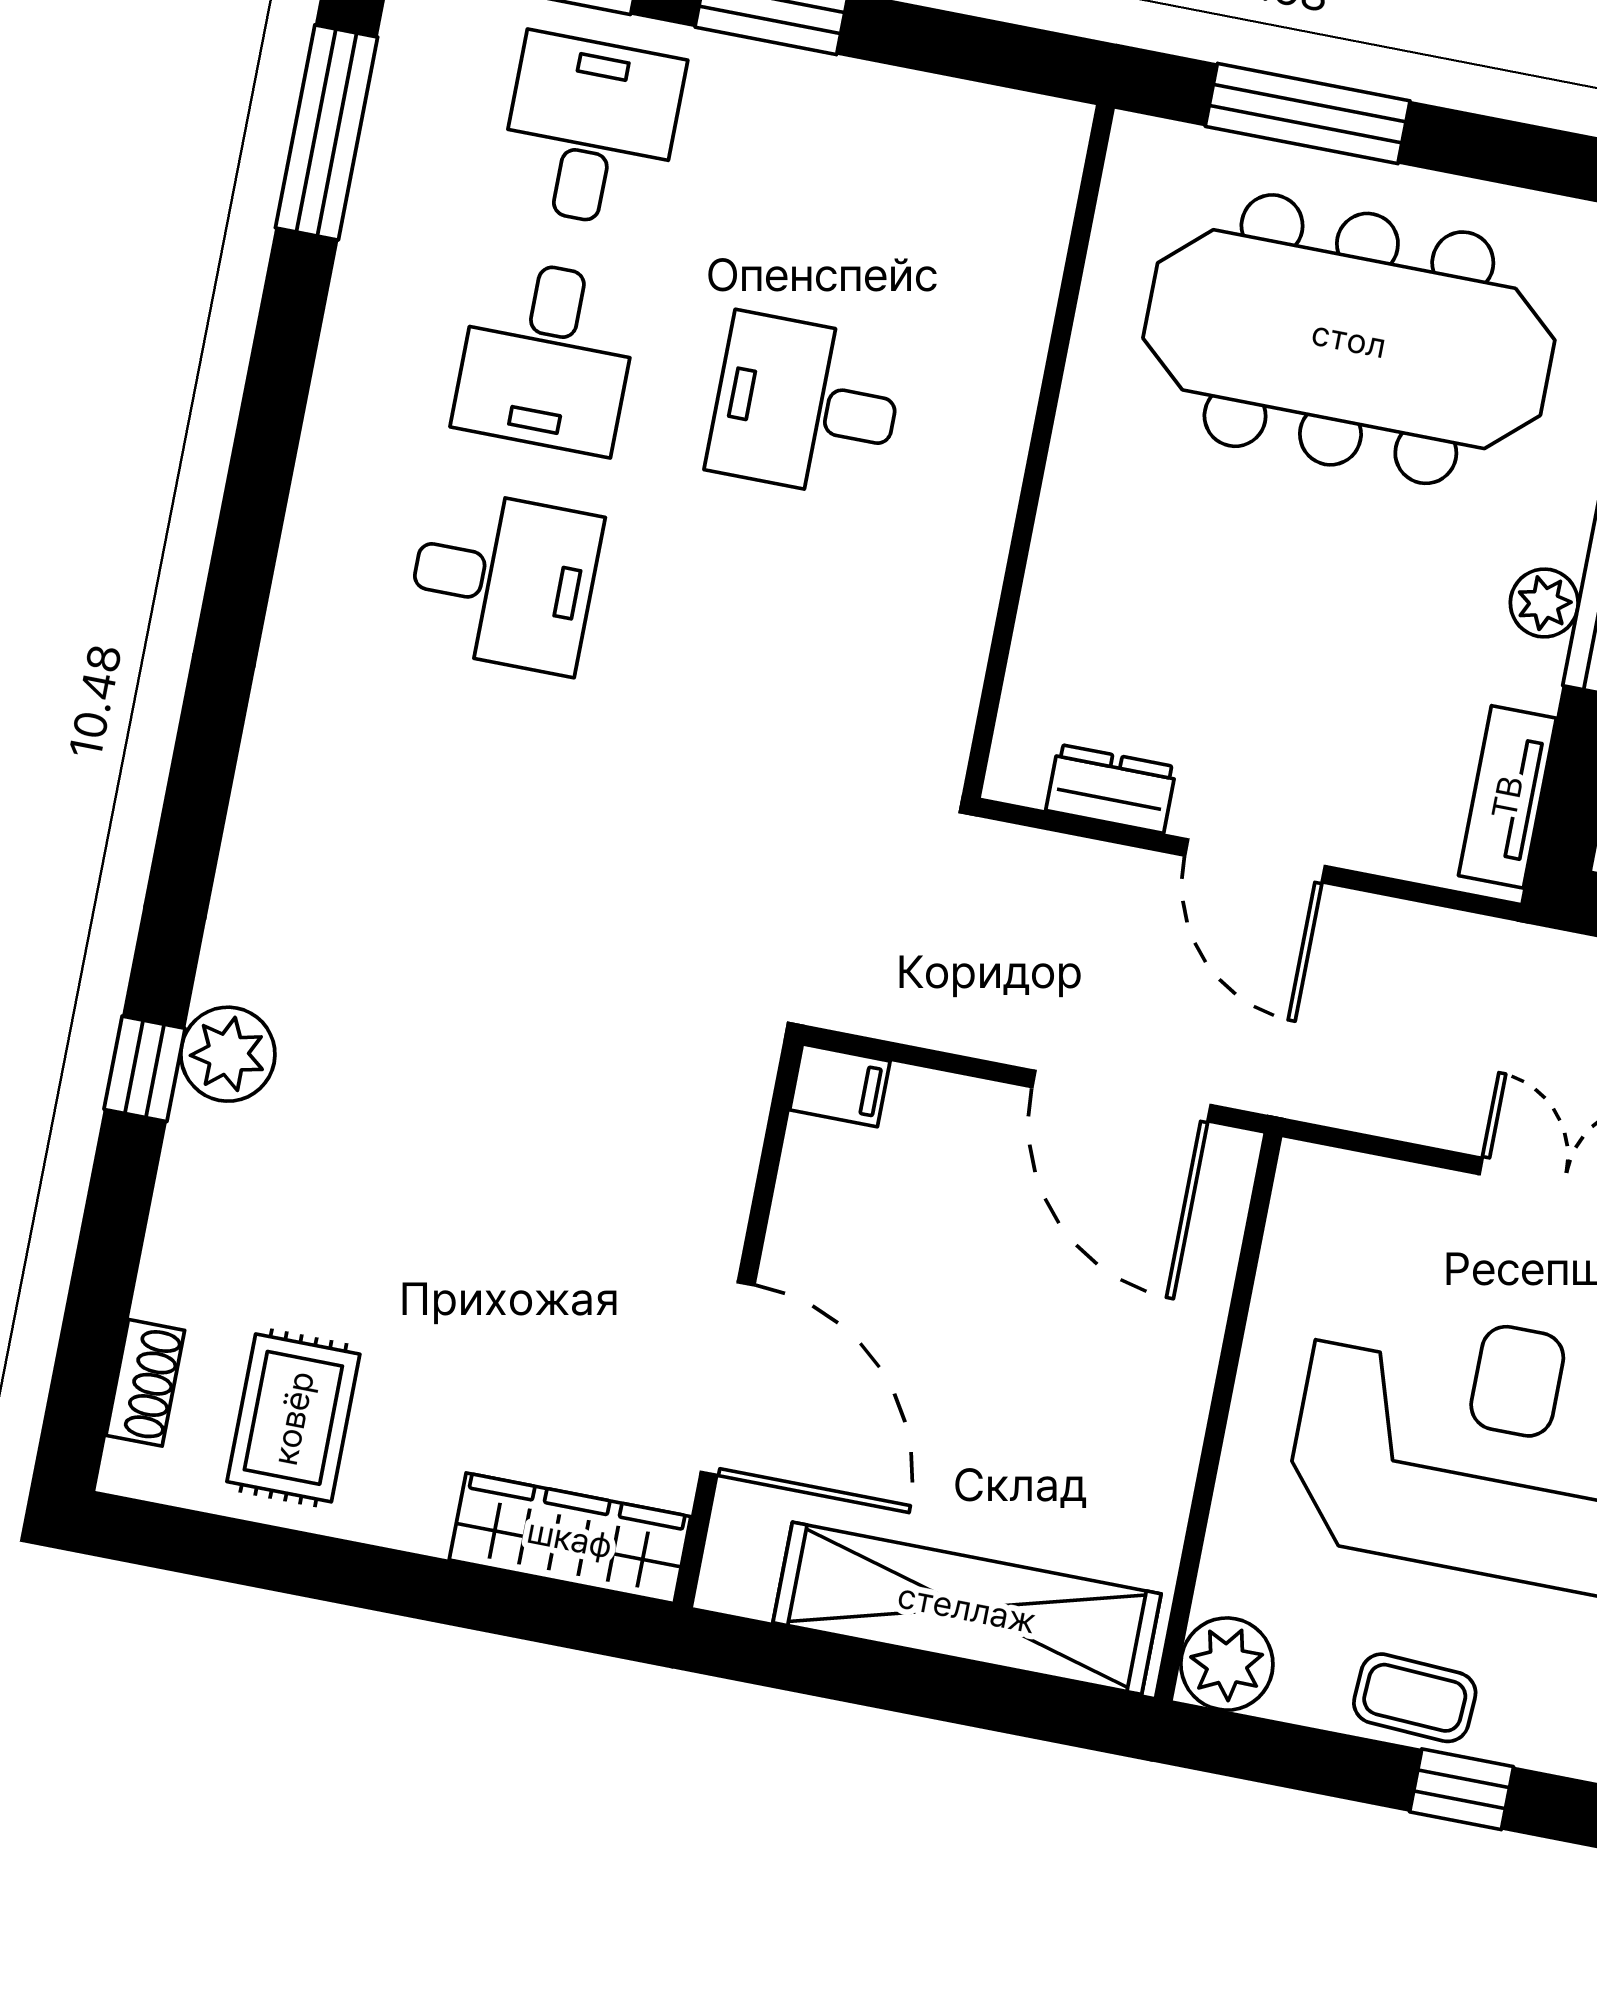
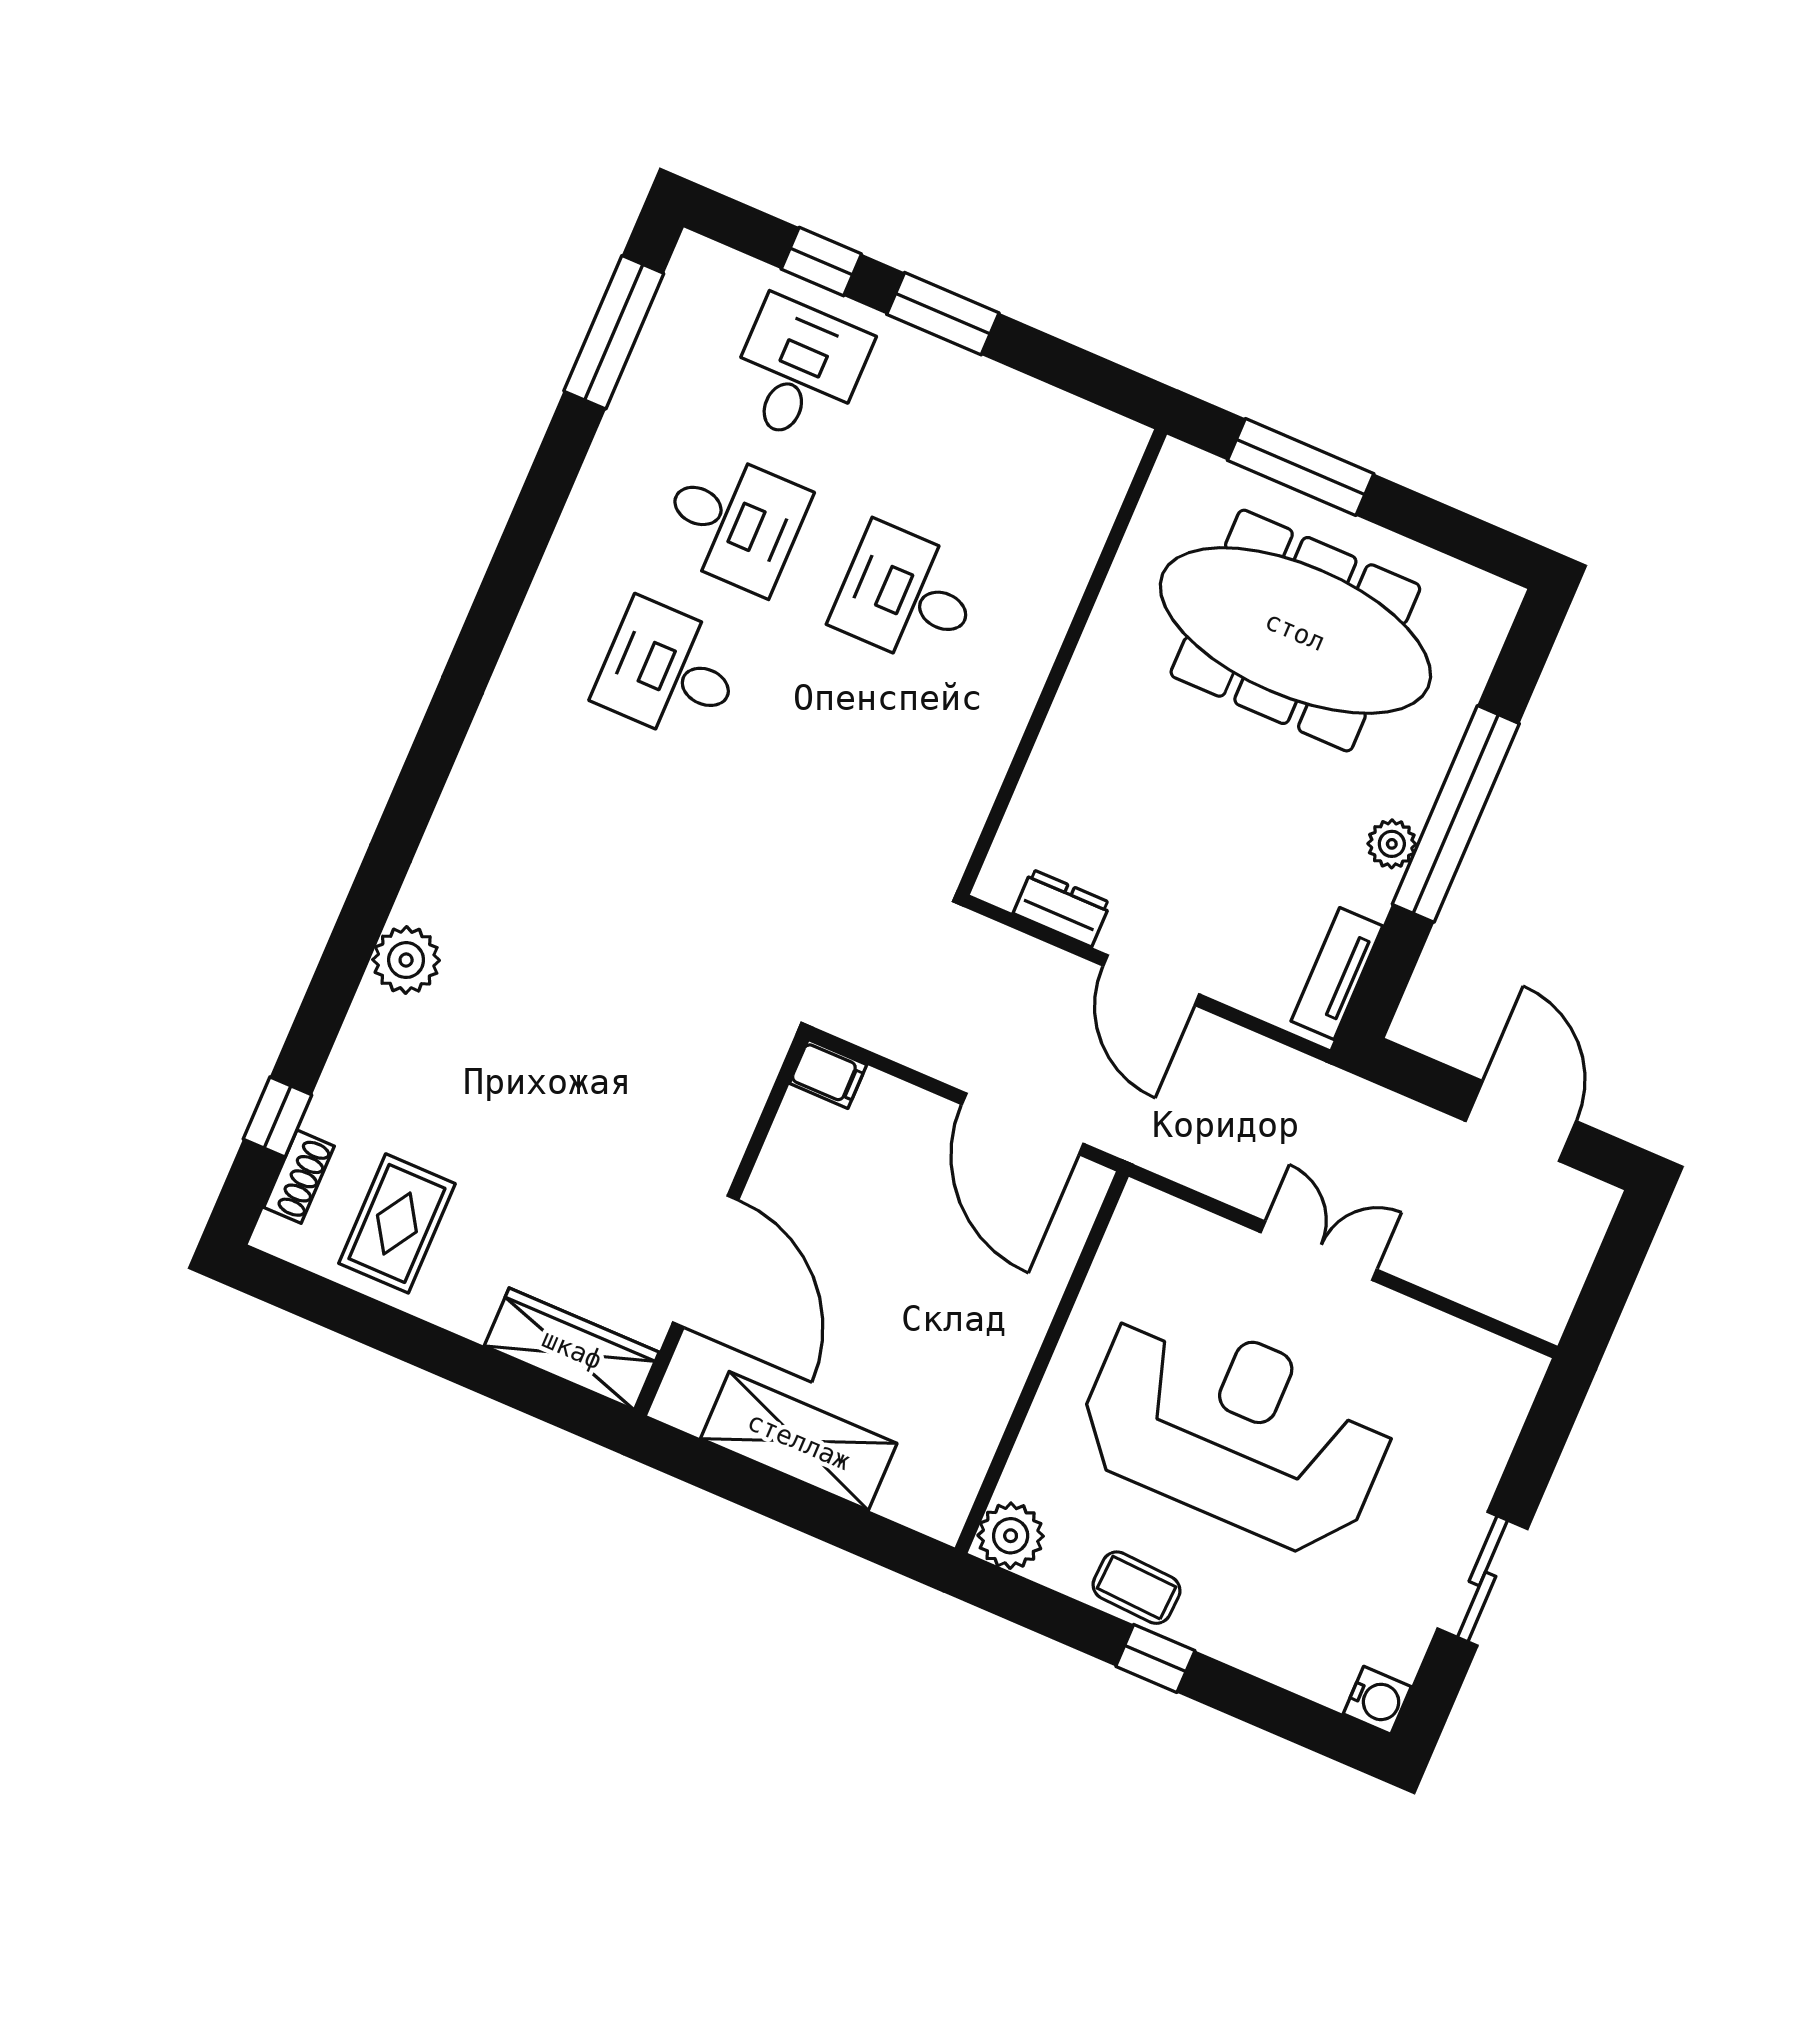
desk: (547, 356) -> (734, 521), turned -90
desk: (503, 581) -> (669, 672), turned 180
window: (145, 1069) -> (277, 1117), moved
shelving: (967, 1608) -> (799, 1441), width x0.68

